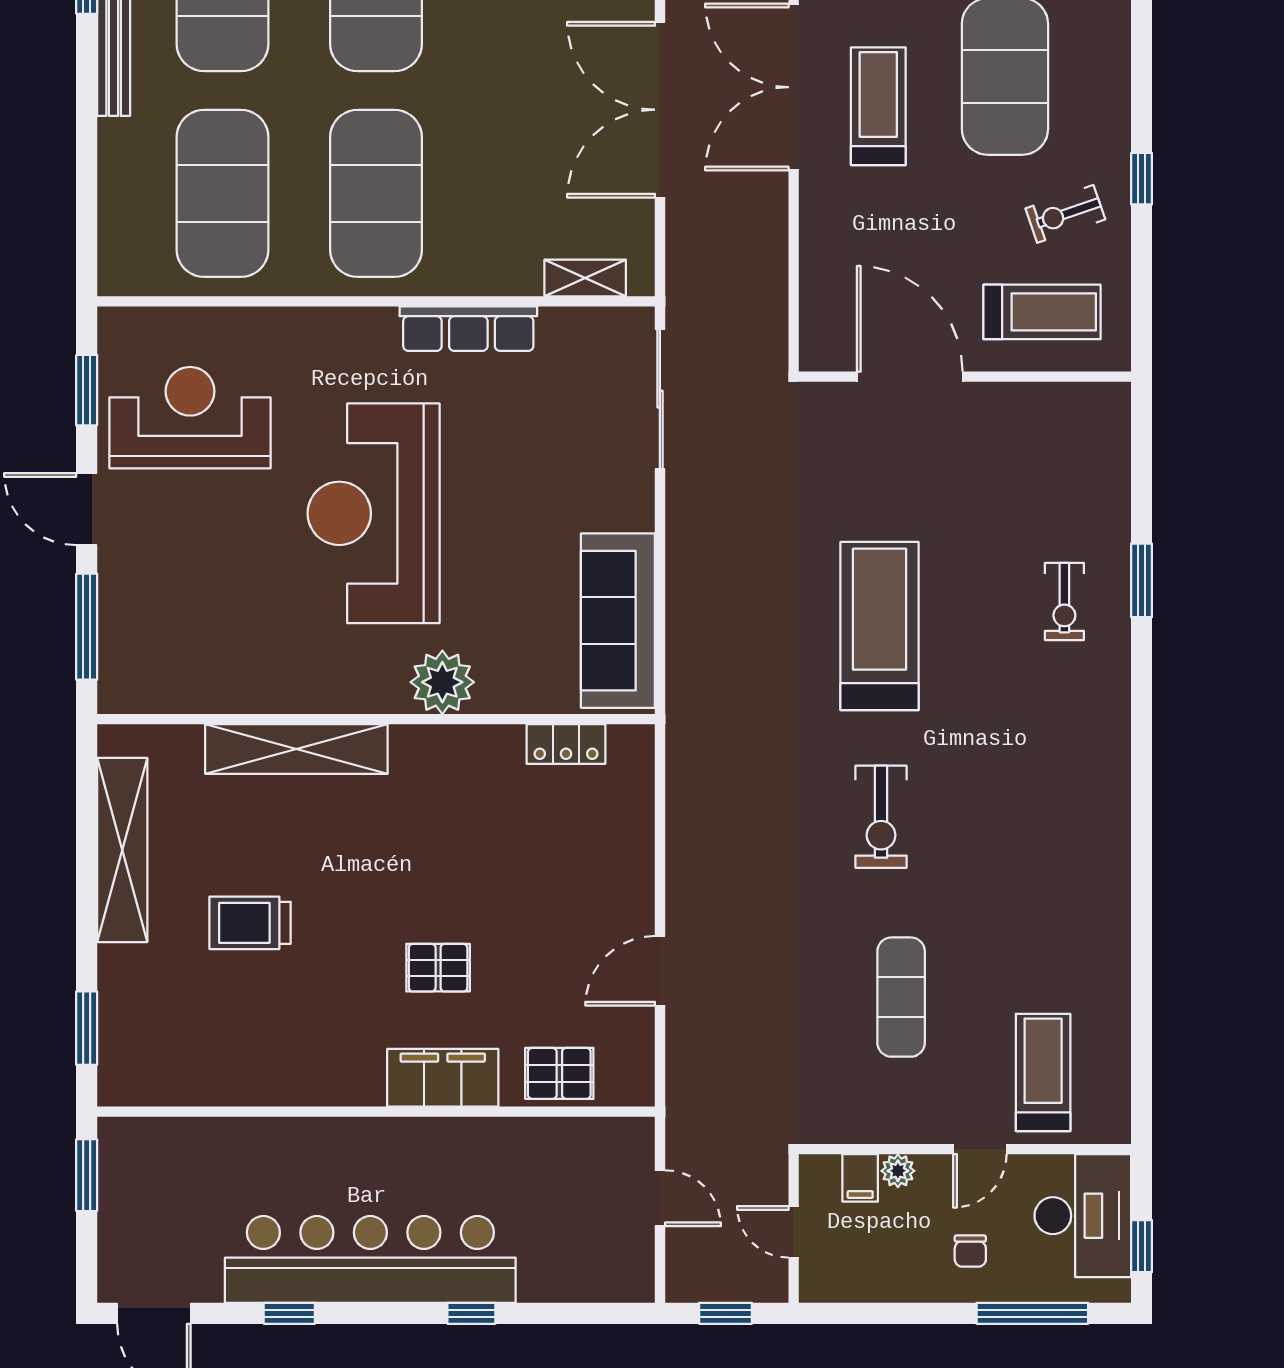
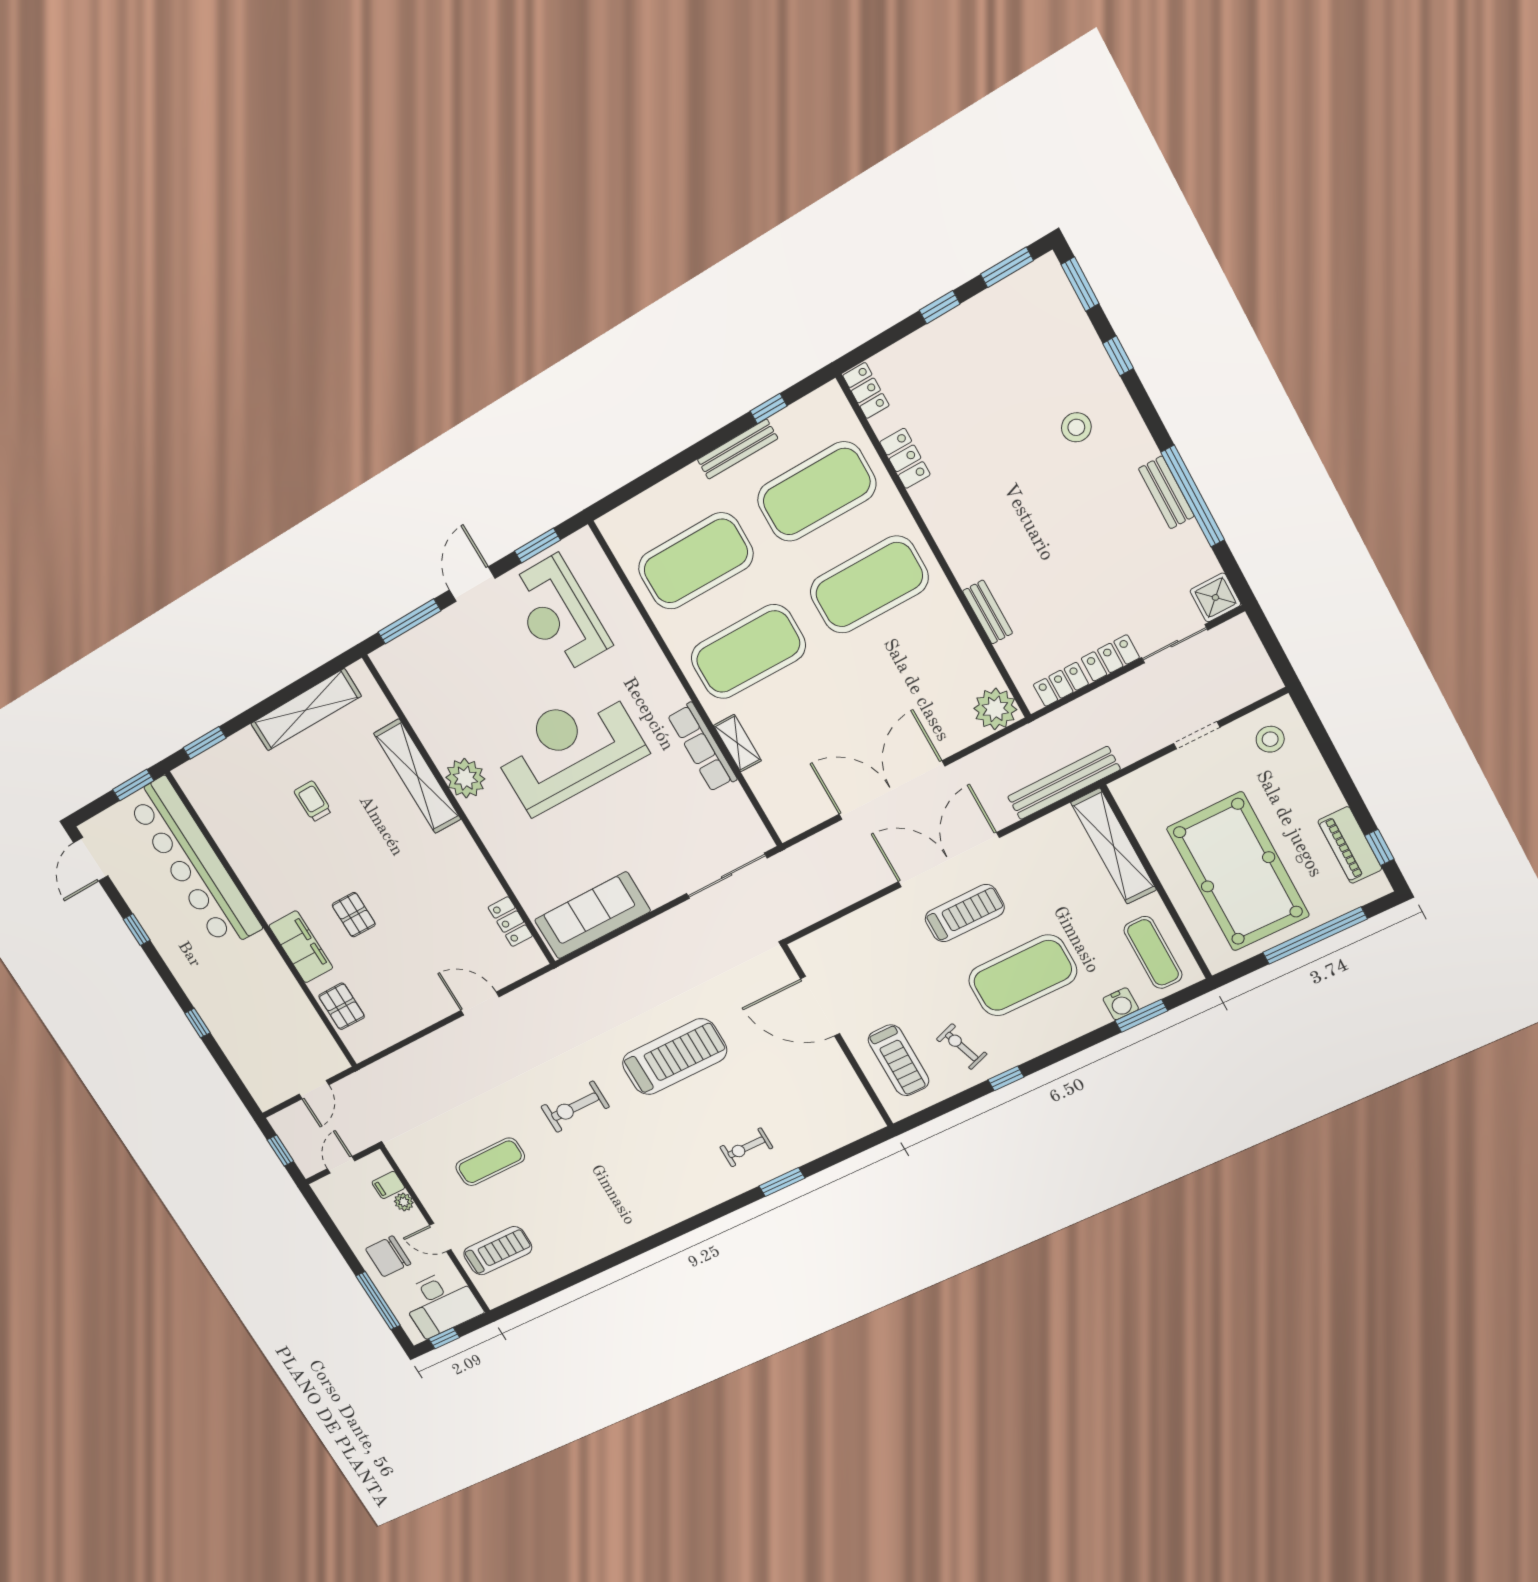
shelving: (585, 278) -> (737, 743), moved
door: (910, 377) -> (820, 1006), swing flipped
reception desk: (190, 418) -> (558, 615), turned 180
plant: (442, 682) -> (465, 778), moved
trolley: (250, 923) -> (313, 801), width x0.73, depth x0.72
door: (660, 971) -> (480, 1004), moved
chair: (970, 1251) -> (388, 1256), width x1.87, depth x1.87
bar counter: (370, 1259) -> (194, 864), moved, turned 180

